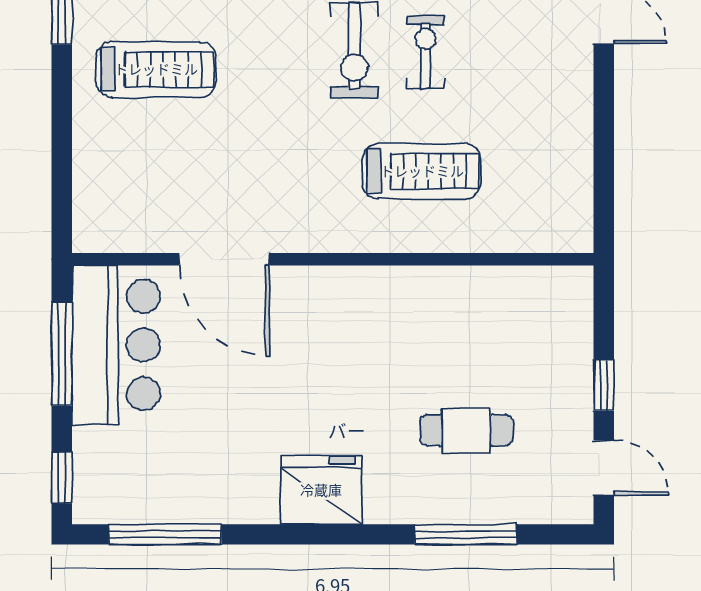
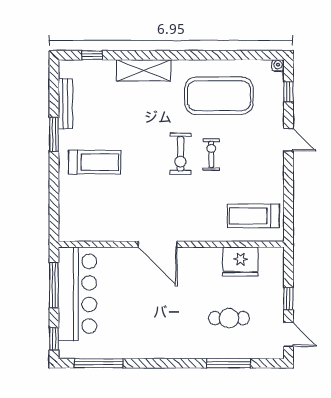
treadmill: (422, 171) -> (253, 216), moved, turned 180
door: (224, 259) -> (158, 244), moved
bar counter: (116, 345) -> (77, 294), width x1.36
fridge: (321, 490) -> (240, 262), moved, turned 180

